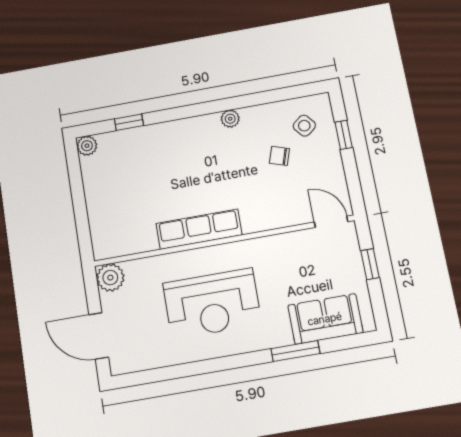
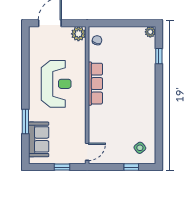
plant: (230, 119) -> (151, 110), removed
chair: (279, 156) -> (97, 40), moved
reception desk: (212, 304) -> (56, 84), turned 180

